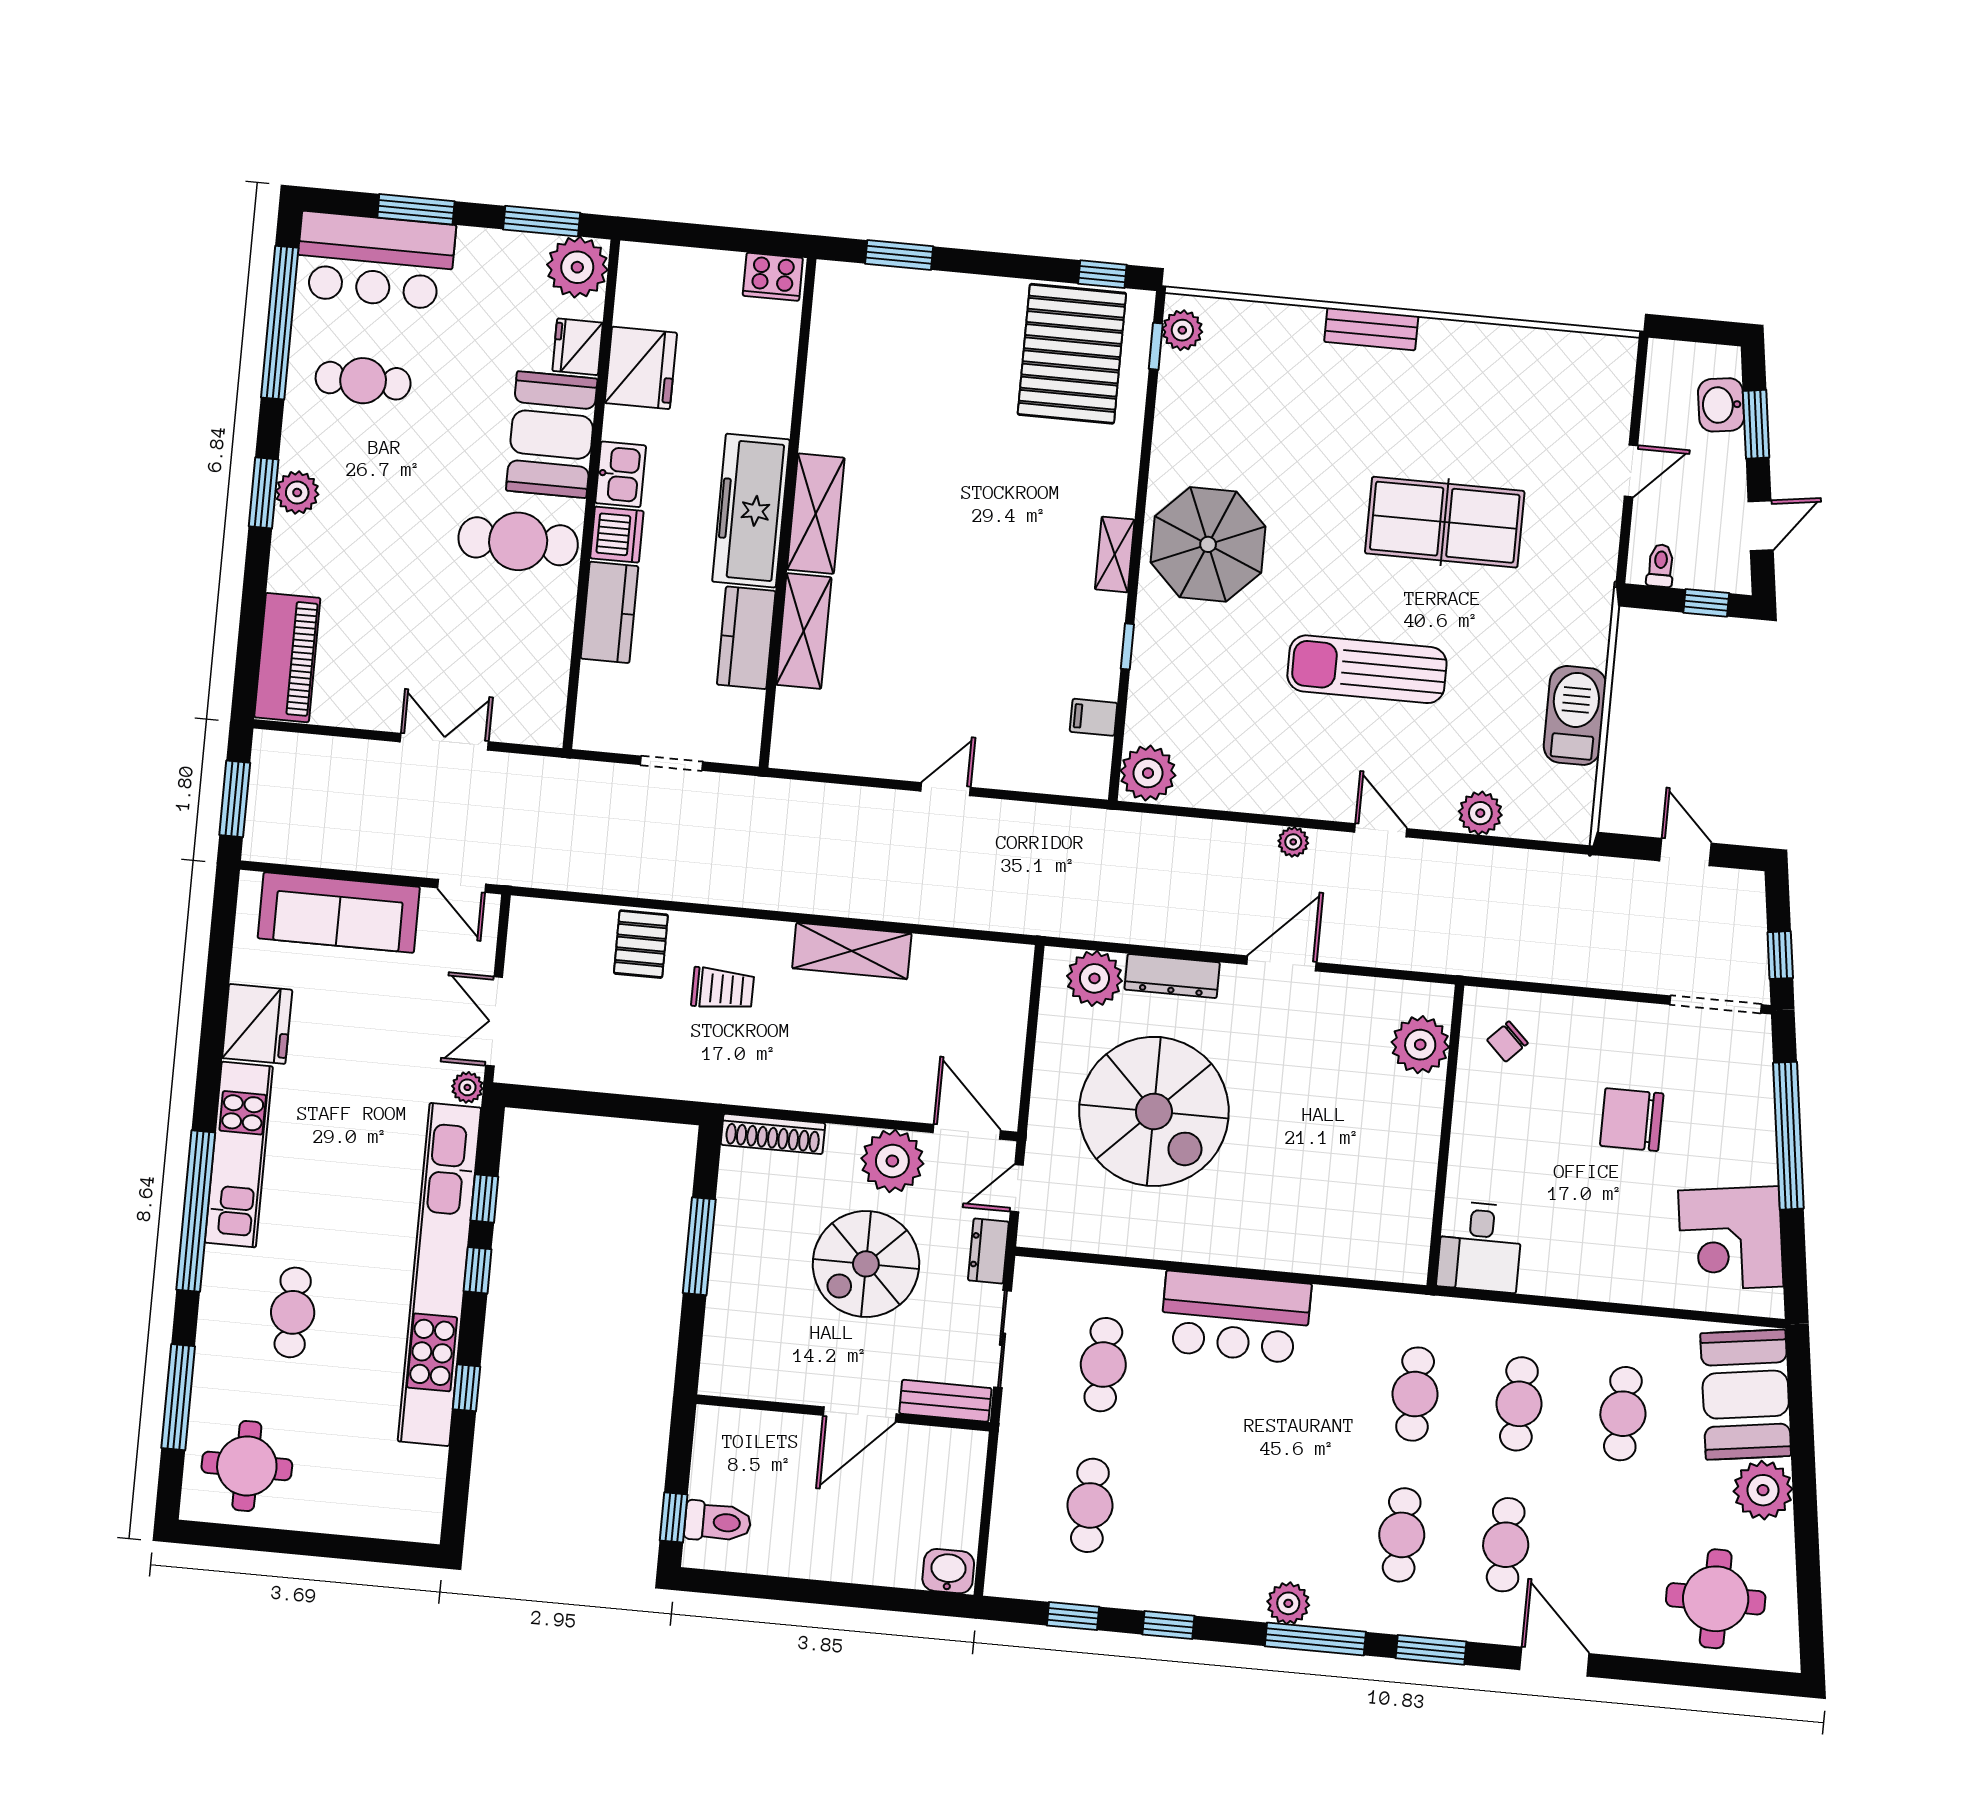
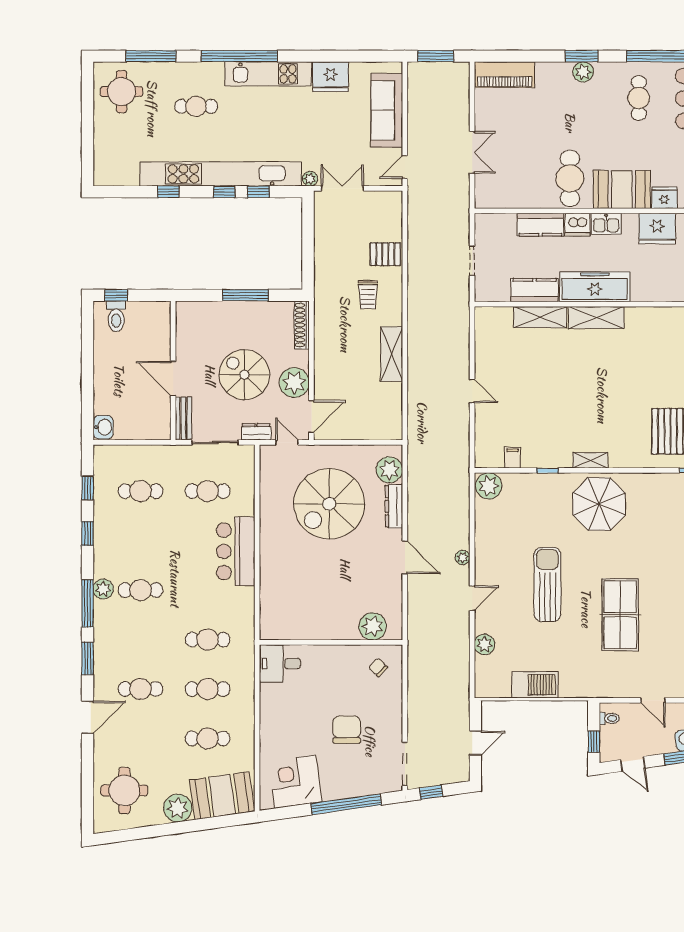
cafe table: (1402, 1535) -> (141, 590), moved

